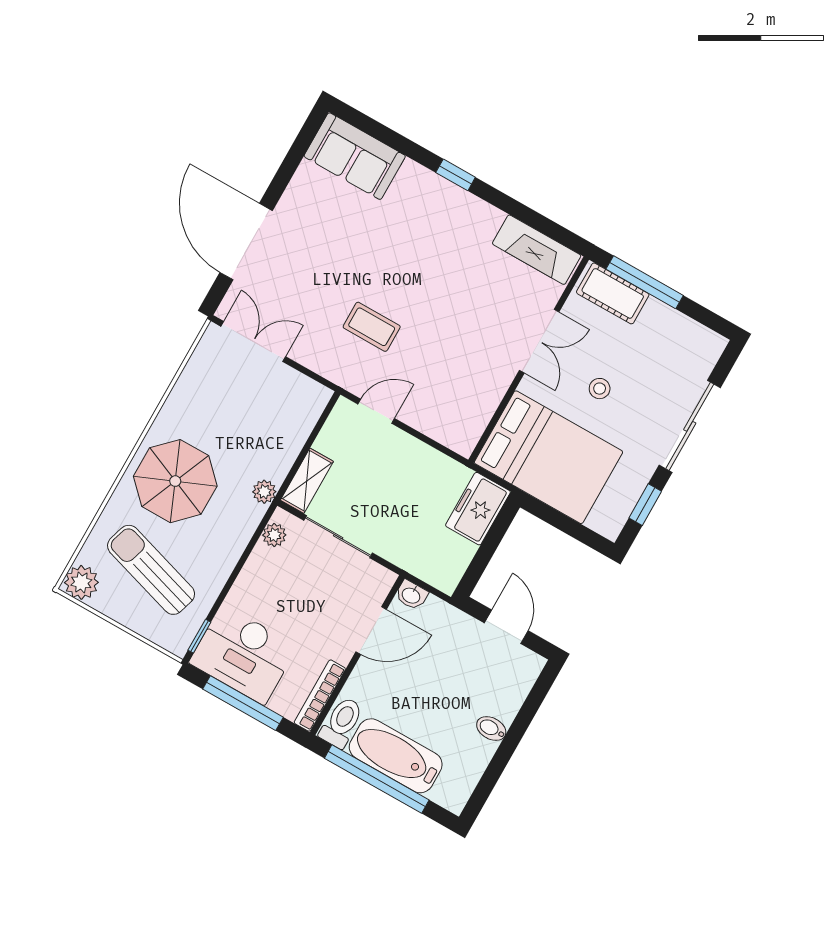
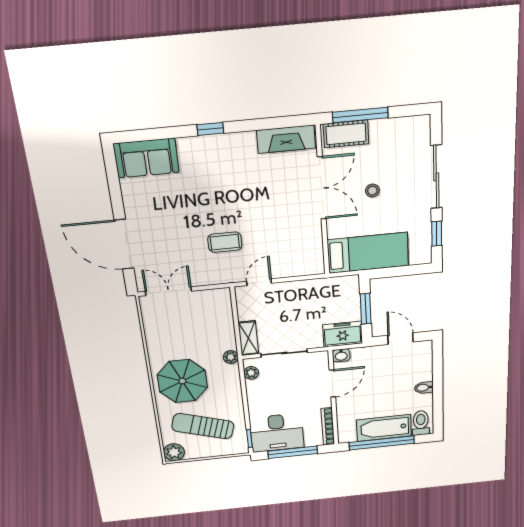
double door: (539, 341) -> (322, 188), width x1.37
bed: (548, 457) -> (368, 253), width x0.67
freezer: (478, 509) -> (343, 334), moved, turned 90
window: (488, 548) -> (366, 309), added
toilet: (342, 722) -> (421, 423), moved

